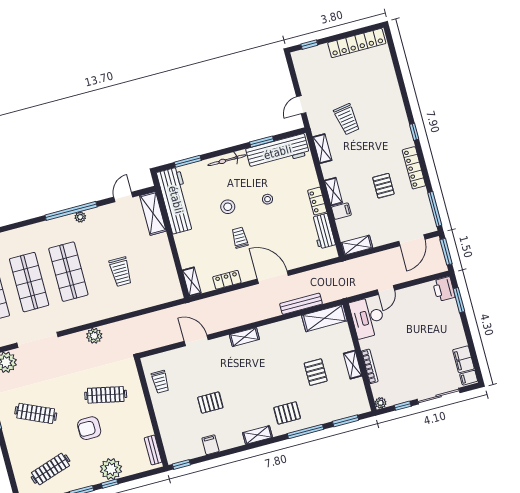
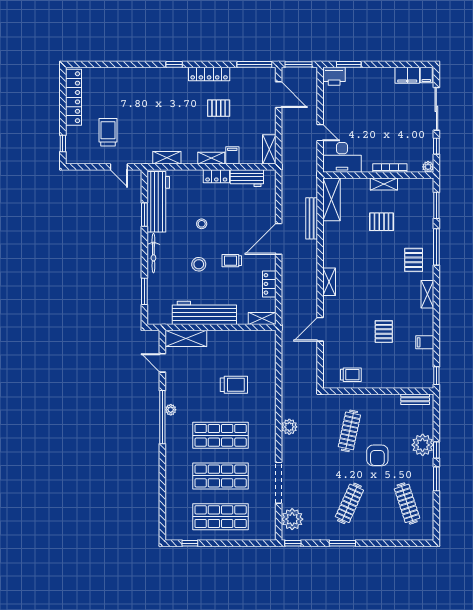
trolley: (347, 119) -> (108, 132), moved, turned -81
workbench: (176, 200) -> (204, 313), moved

